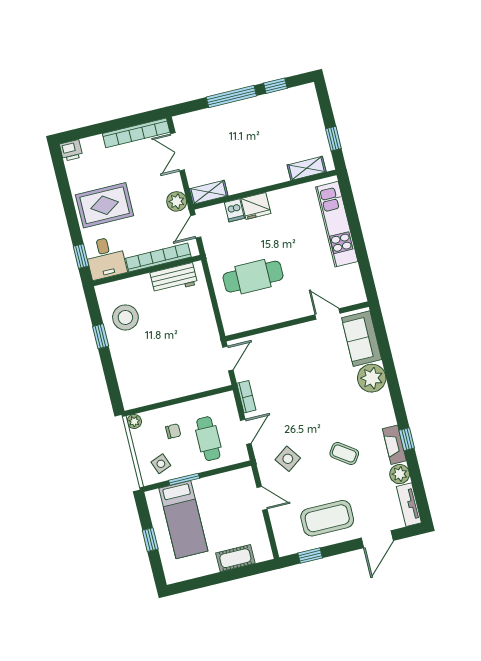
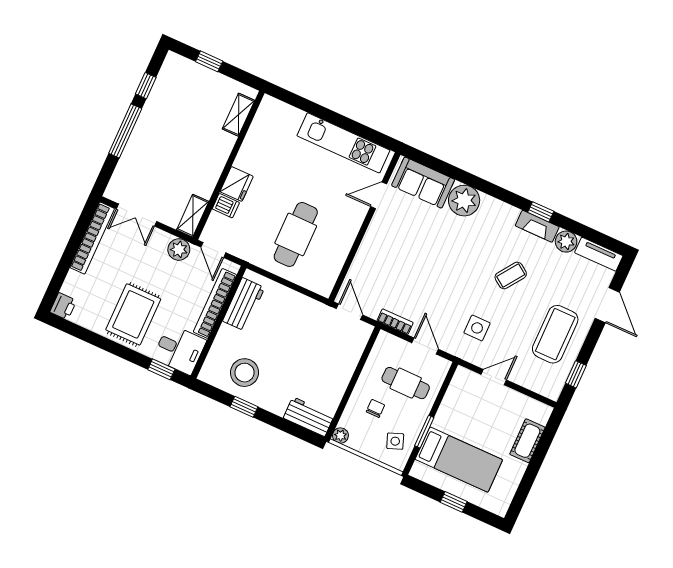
window: (333, 139) -> (209, 61), moved
kitchen unit: (337, 224) -> (343, 143), moved
workbench: (130, 388) -> (309, 417), added
side table: (288, 459) -> (477, 328), turned 36

